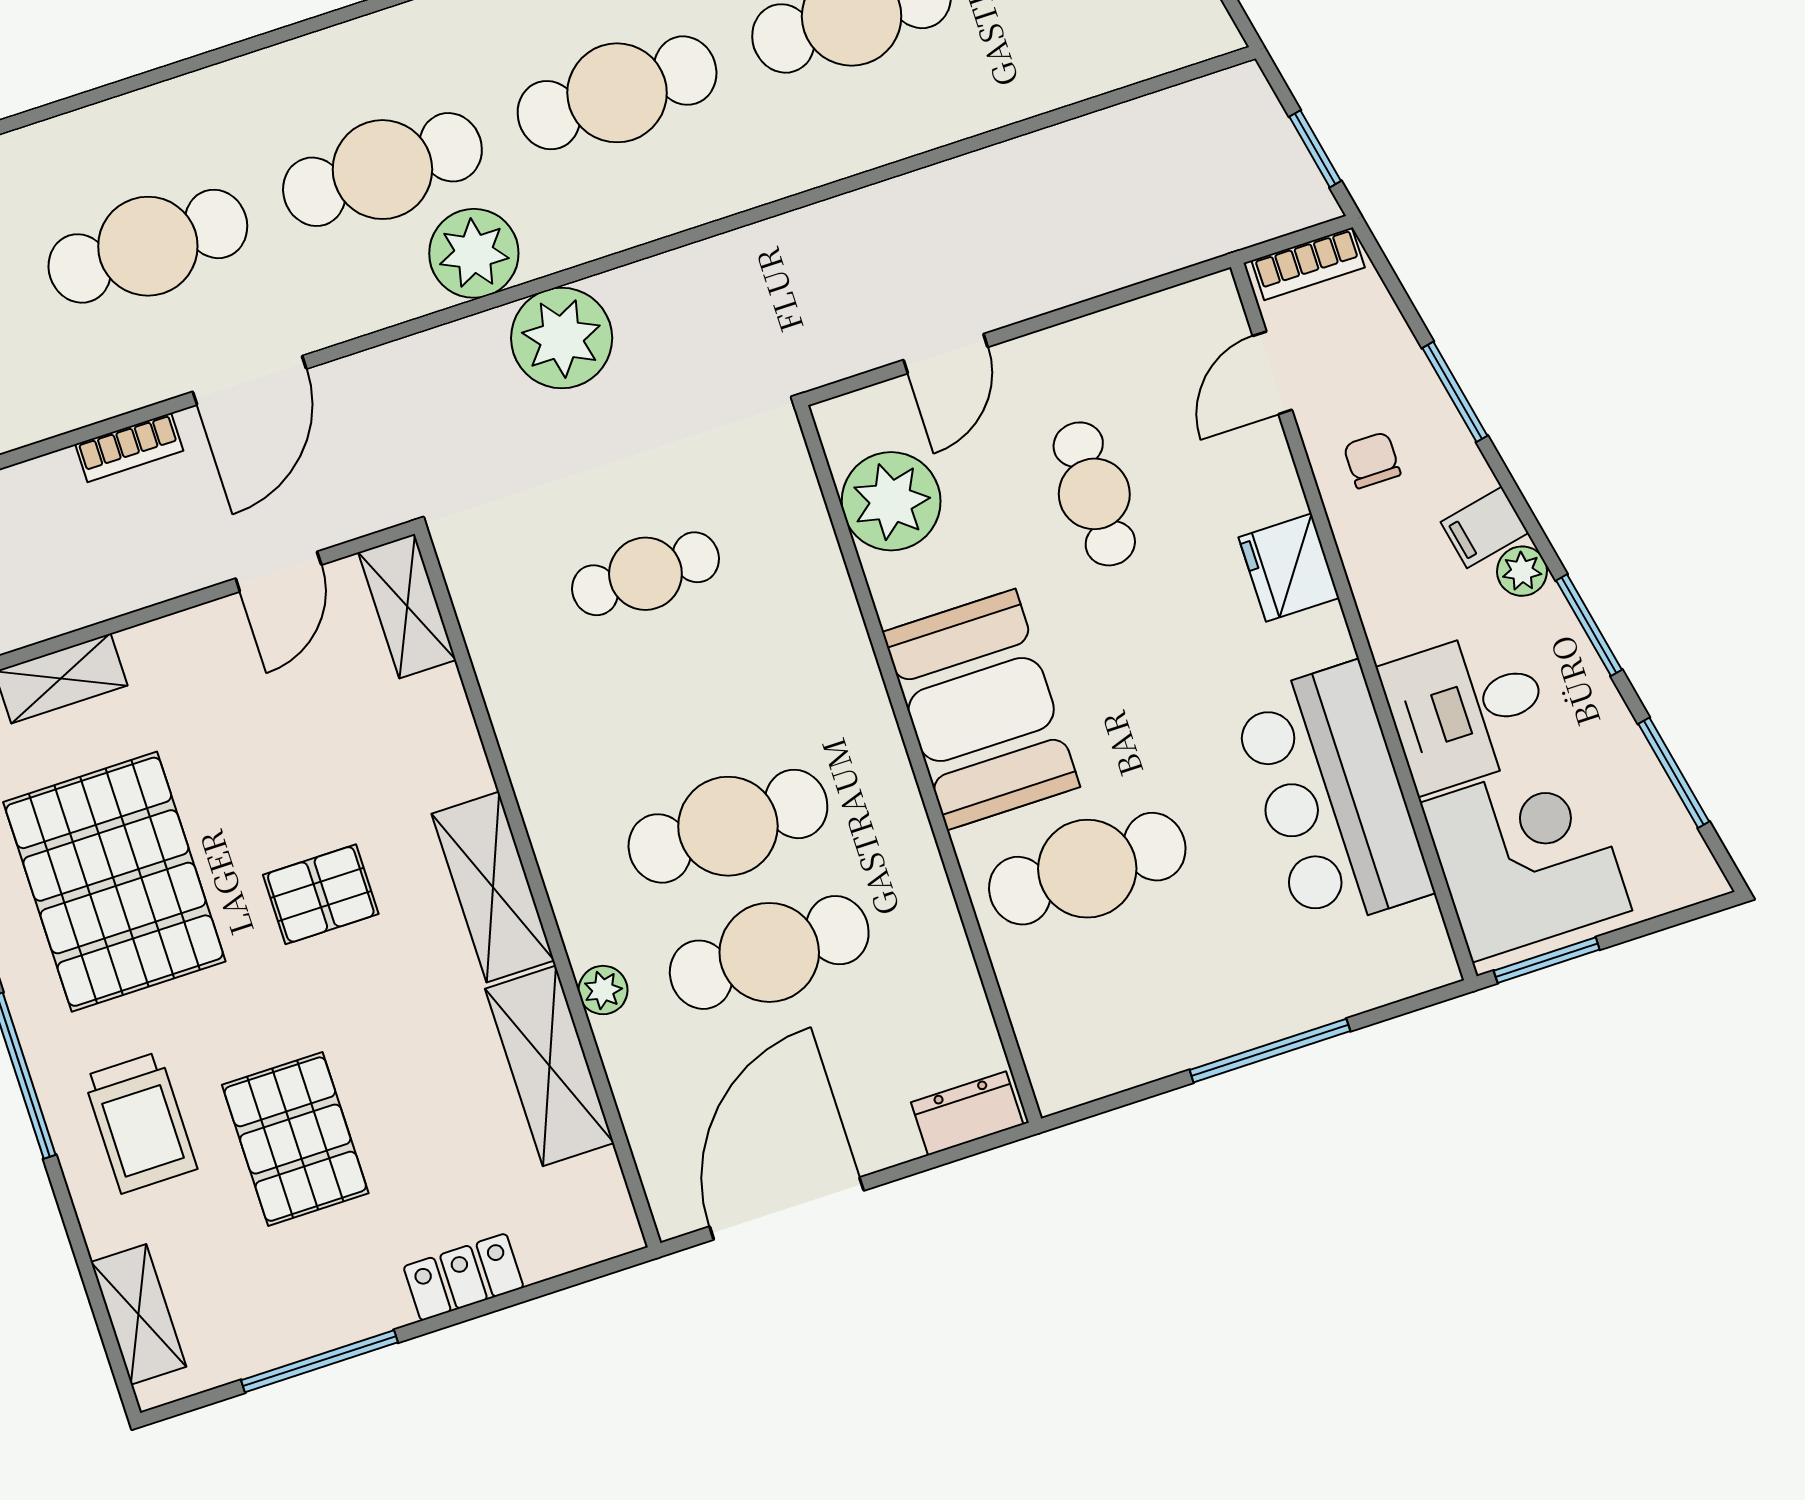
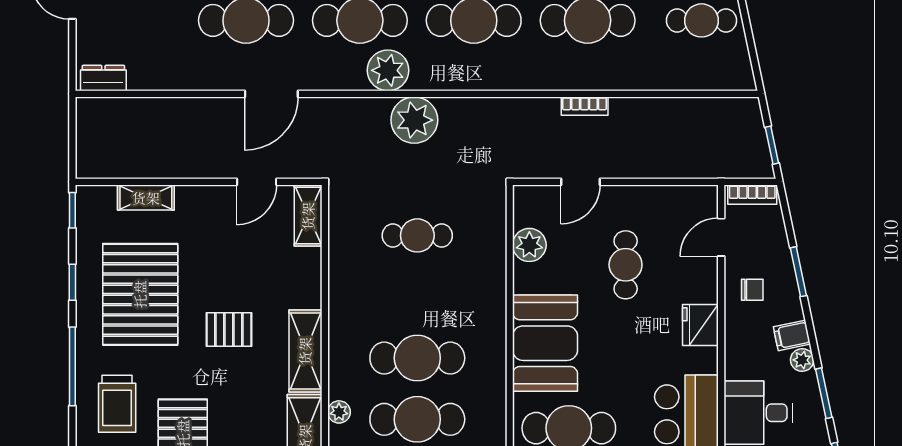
bookcase: (129, 447) -> (585, 106), moved
chair: (1372, 460) -> (752, 290), turned 90
plant: (891, 501) -> (529, 245), width x0.73, depth x0.73

